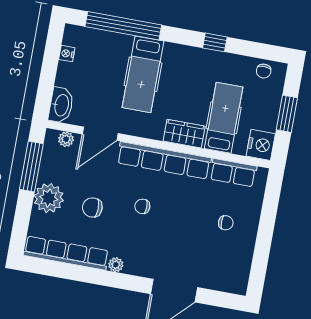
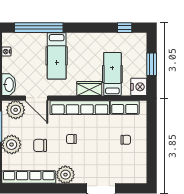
window: (215, 42) -> (125, 28), moved
chair: (264, 71) -> (132, 40), removed
door: (100, 134) -> (37, 98), hinge flipped
plant: (66, 139) -> (16, 110), width x1.87, depth x1.87
plant: (116, 265) -> (65, 175), width x1.88, depth x1.88

